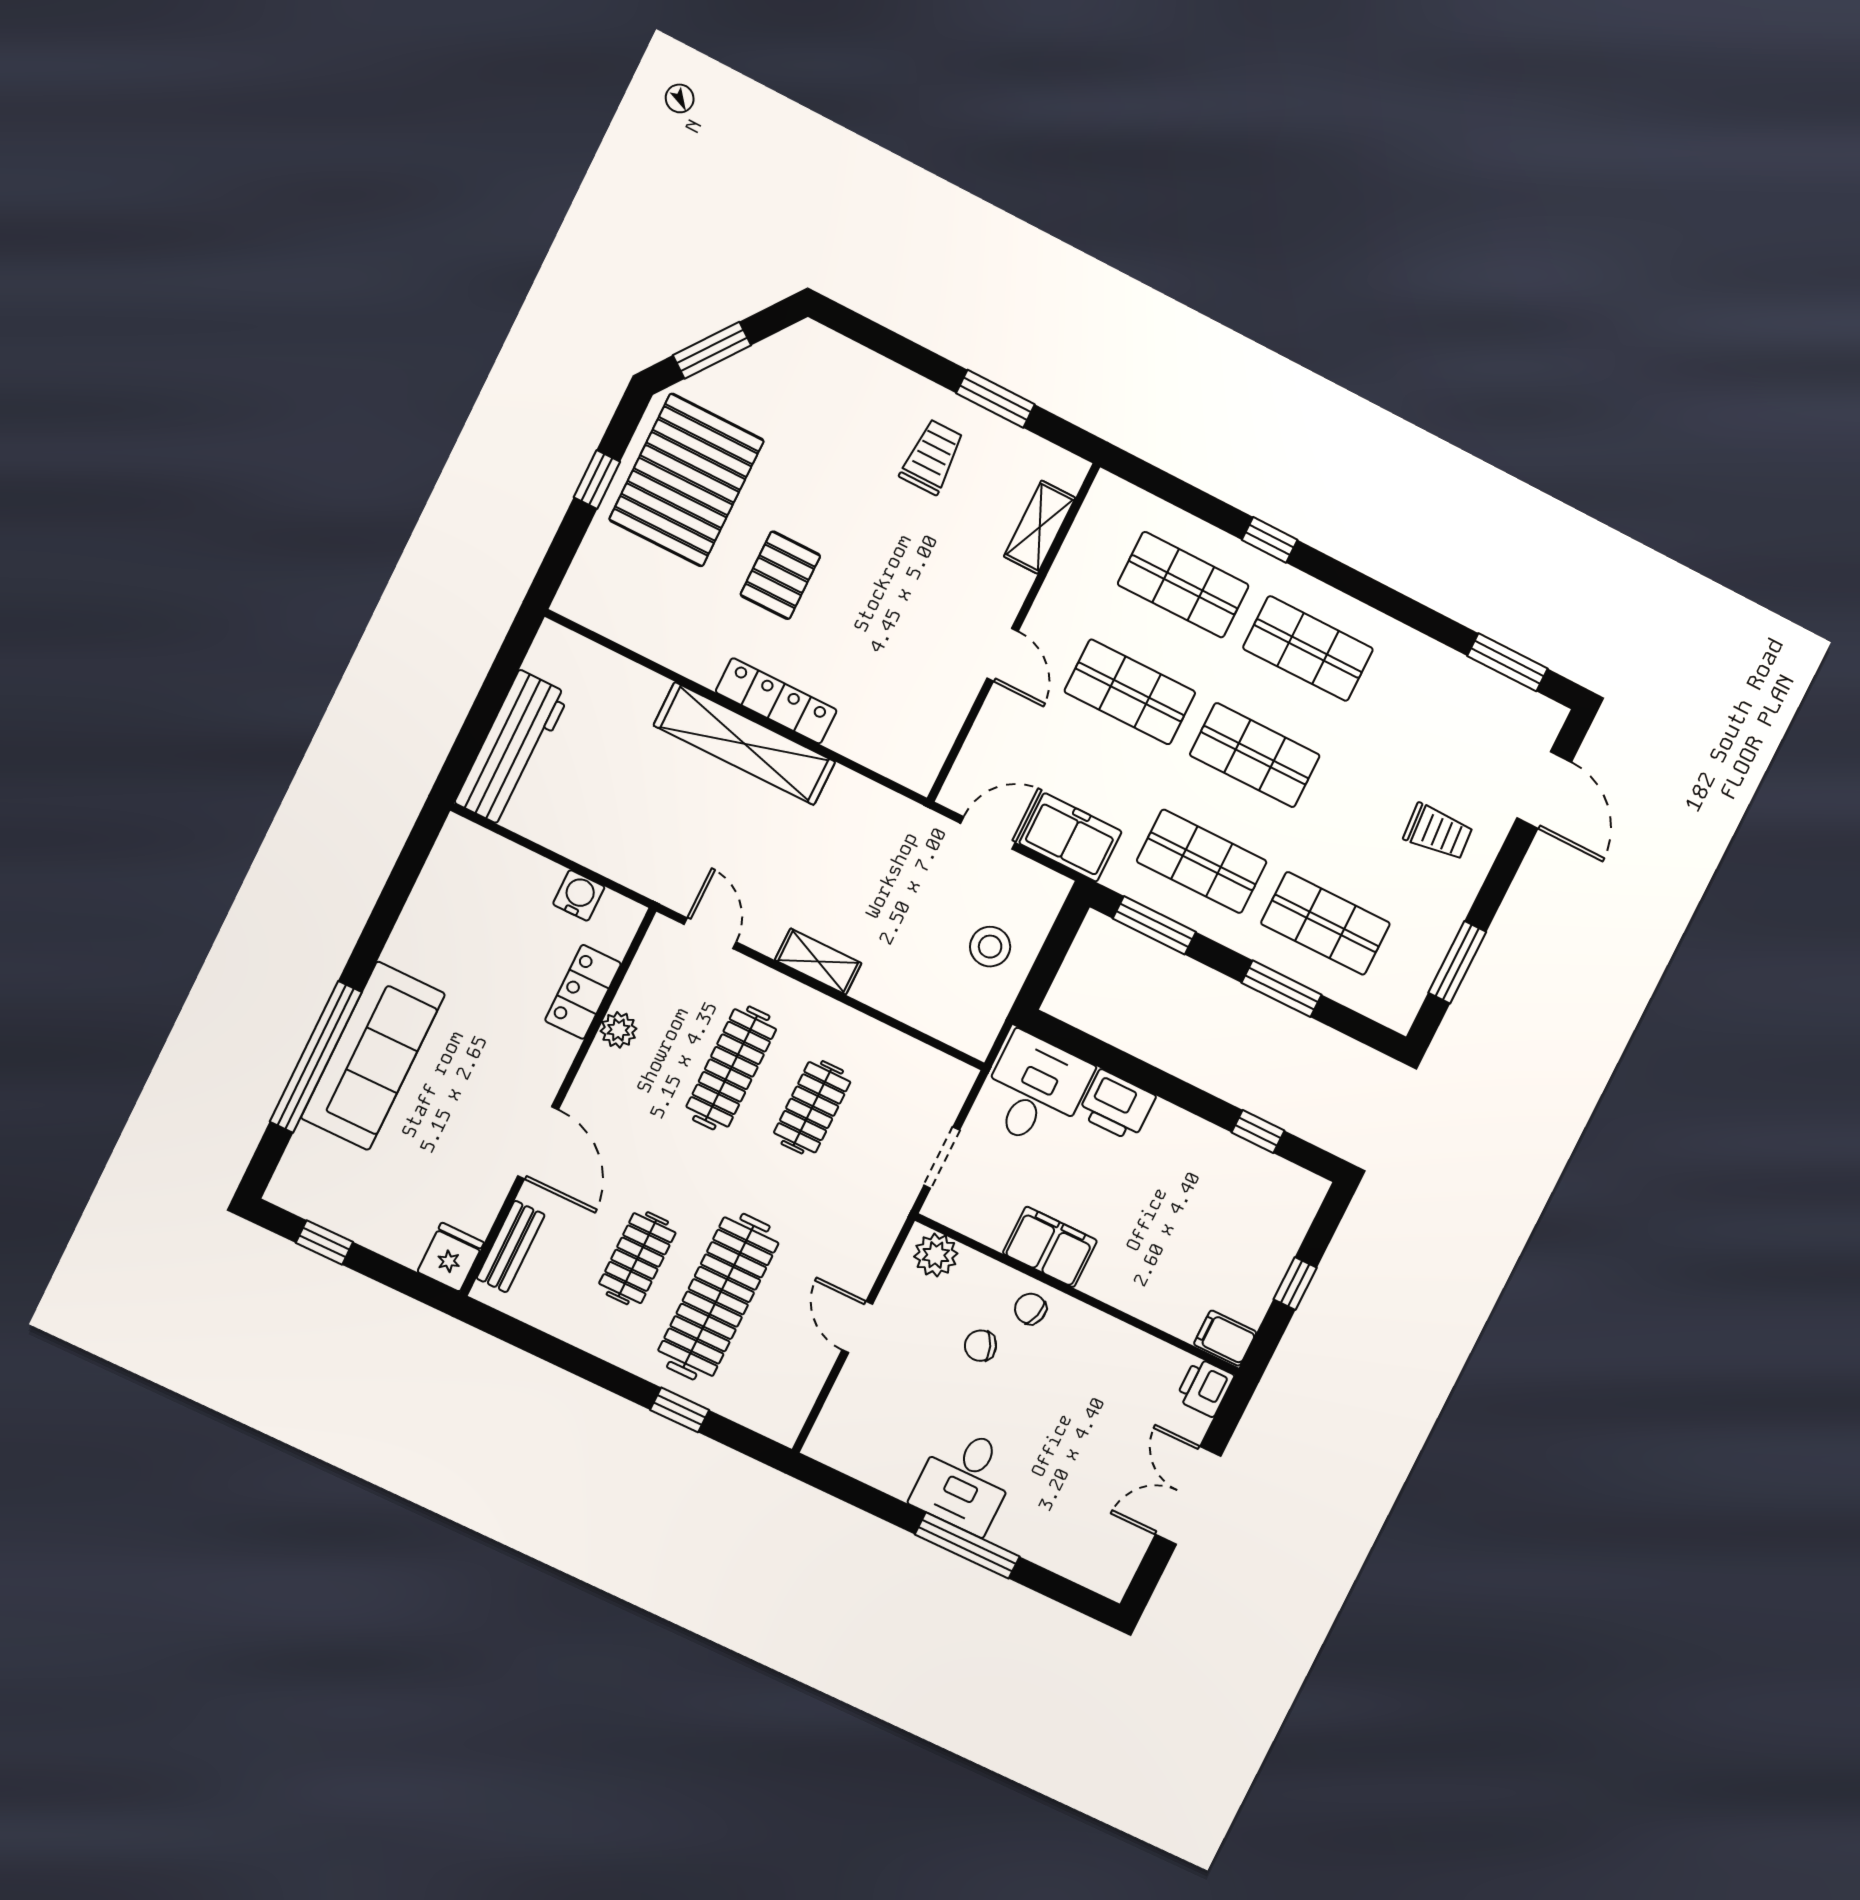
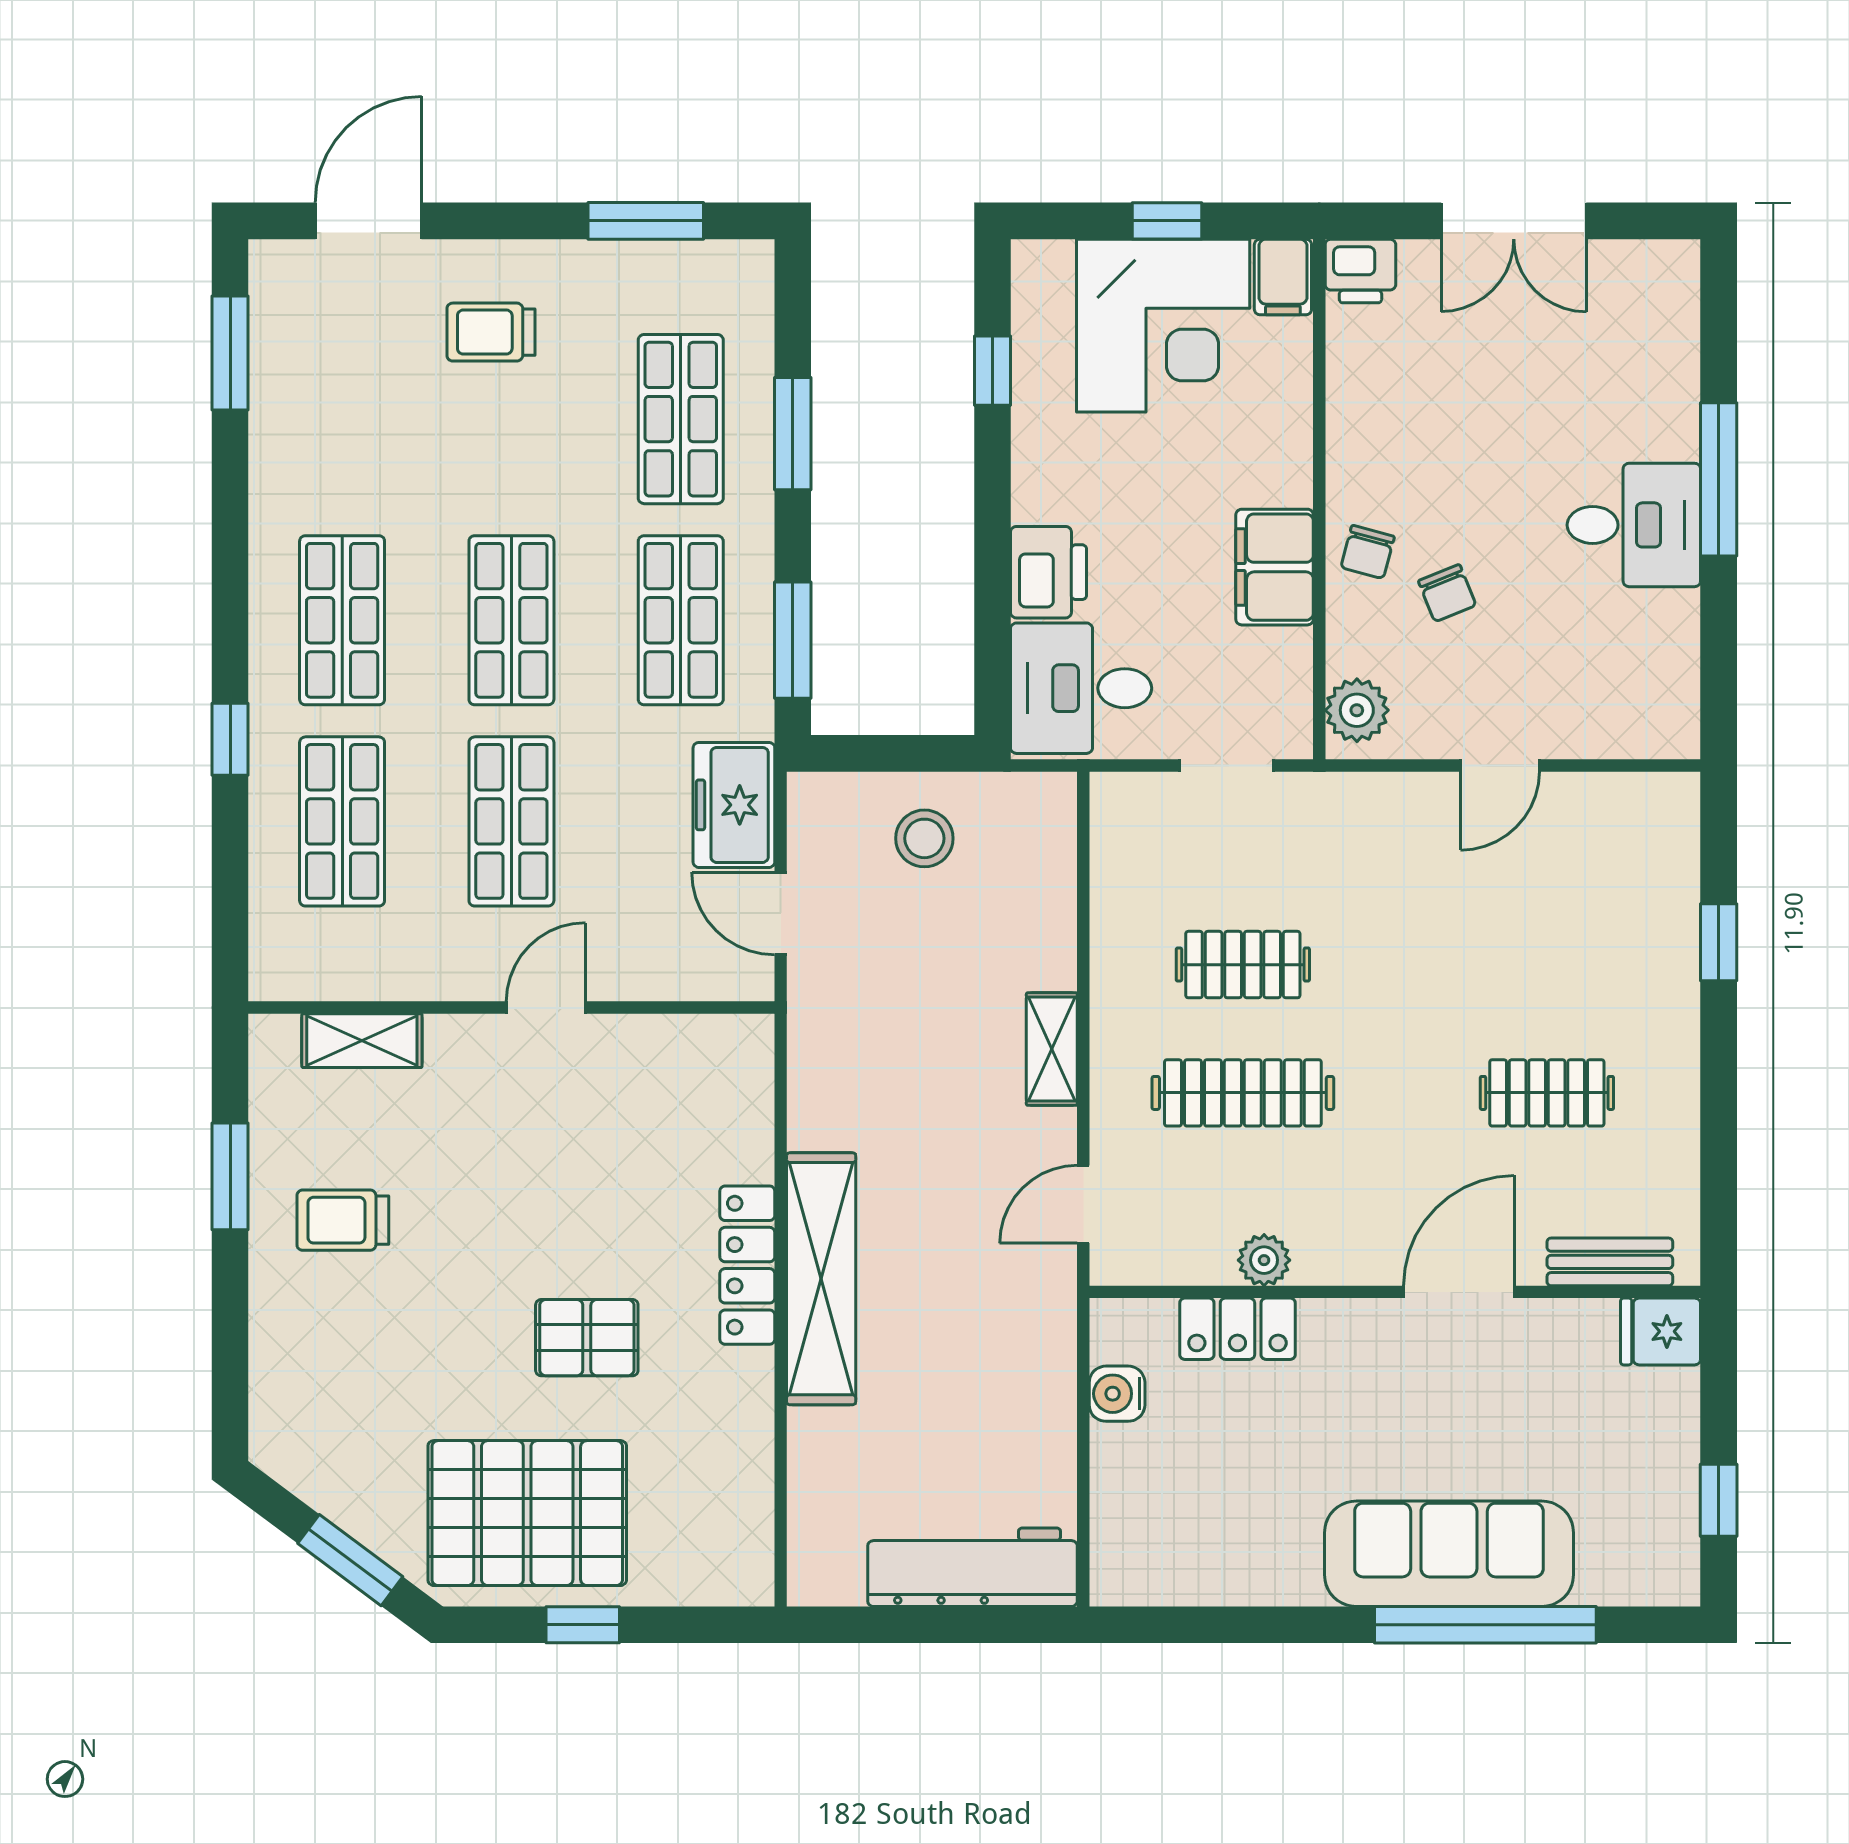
trolley: (1438, 832) -> (491, 332), turned -86
corner desk: (1233, 1250) -> (1163, 326), added
clothes rail: (718, 1297) -> (1547, 965), removed

